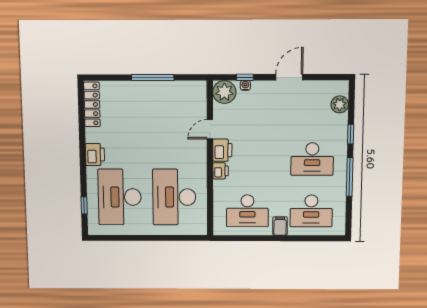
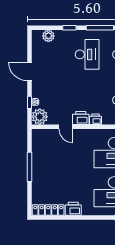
printer: (95, 155) -> (73, 209), moved

